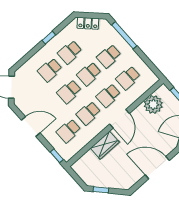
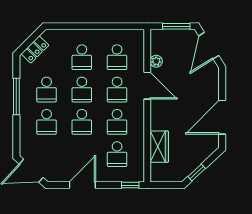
window: (124, 35) -> (75, 26), removed
window: (49, 38) -> (16, 96), width x2.17
plant: (153, 104) -> (156, 61), width x0.53, depth x0.53
door: (119, 119) -> (147, 86), moved
wardrobe: (105, 145) -> (159, 147), moved
door: (157, 168) -> (222, 117), moved

